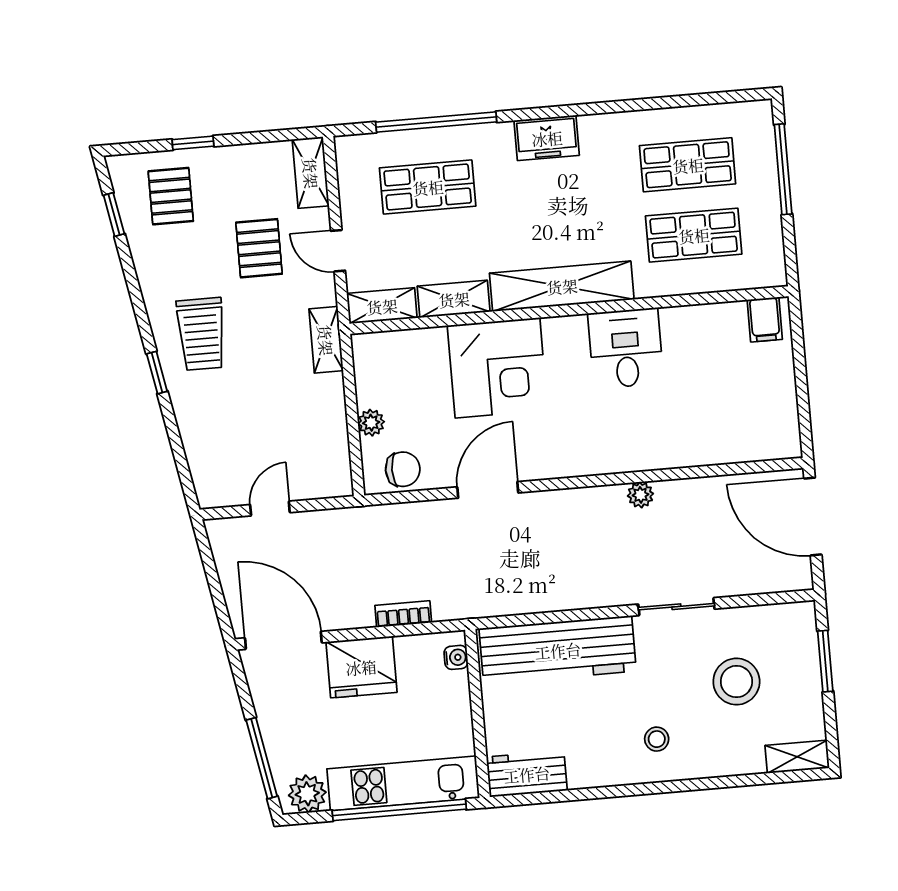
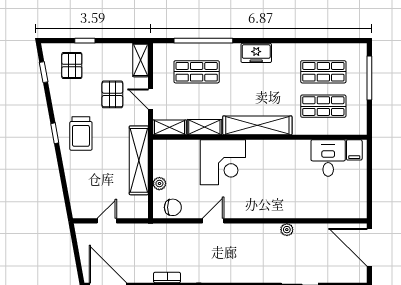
shelving: (326, 340) -> (139, 160), width x2.20, depth x1.33
desk: (626, 348) -> (328, 158), moved
window: (157, 373) -> (55, 133), moved
door: (488, 490) -> (213, 221), width x0.73

